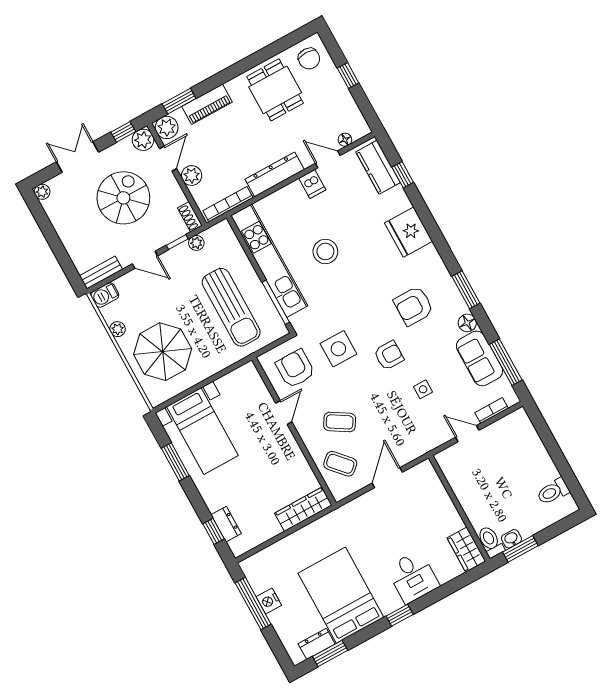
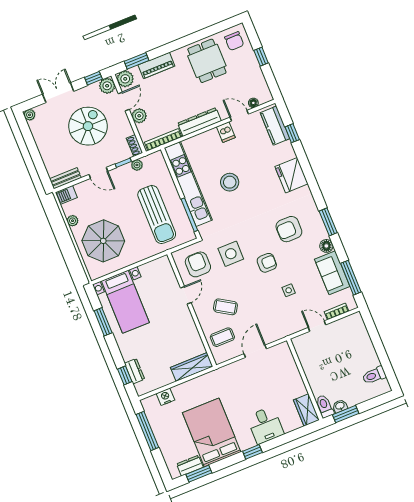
coffee table: (340, 464) -> (222, 337), turned -48
nightstand: (269, 601) -> (165, 397), moved, turned 90

